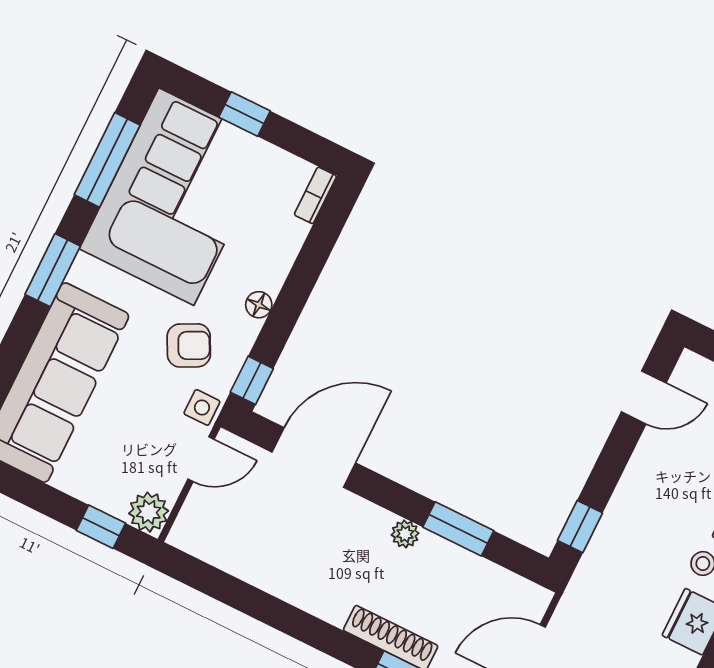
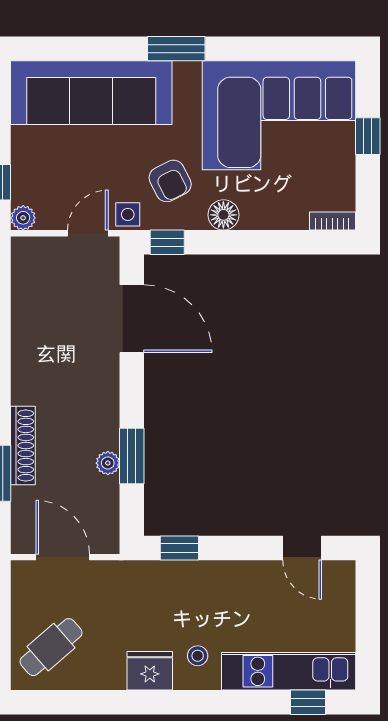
window: (107, 160) -> (281, 49), removed
floor lamp: (259, 305) -> (223, 215), width x1.37, depth x1.37
door: (201, 459) -> (88, 233), swing flipped
plant: (149, 512) -> (23, 218), width x0.73, depth x0.73
plant: (405, 534) -> (108, 463), moved

